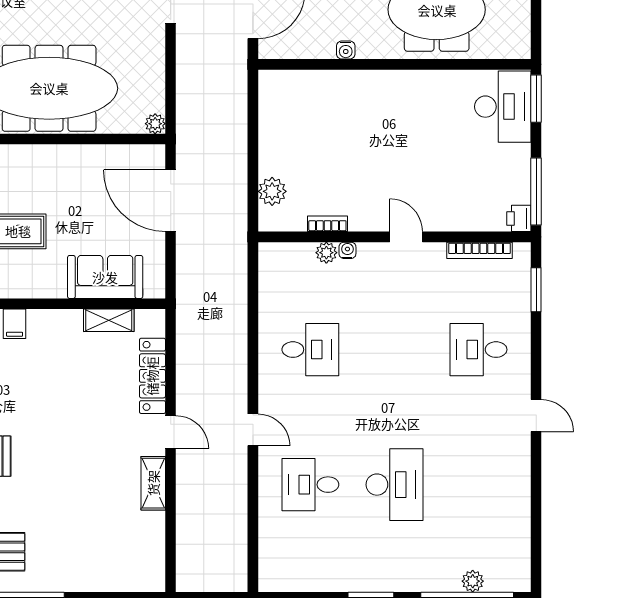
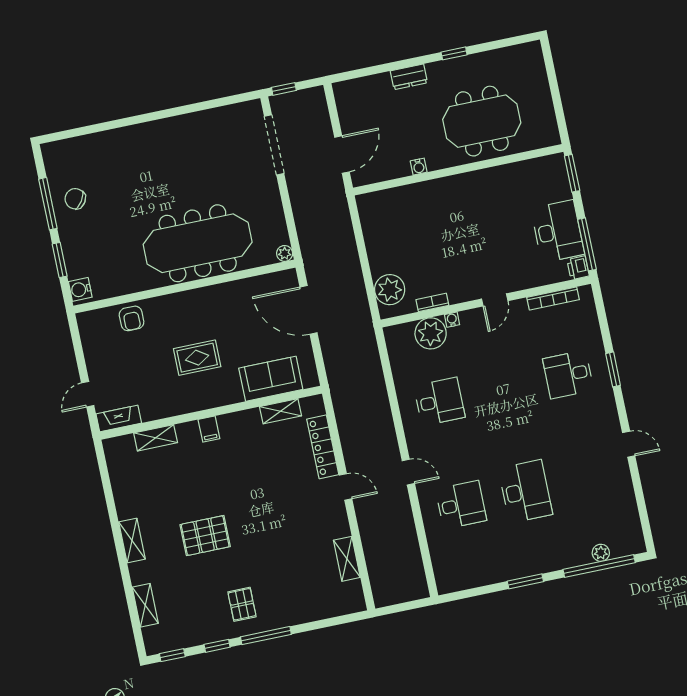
desk: (503, 107) -> (558, 231), moved
plant: (272, 191) -> (390, 290), width x1.36, depth x1.36
door: (406, 237) -> (495, 300), swing flipped
plant: (326, 253) -> (431, 333), width x1.87, depth x1.87
window: (536, 290) -> (613, 369), moved
door: (536, 416) -> (629, 444), moved
shelving: (153, 483) -> (347, 559), moved
desk: (310, 485) -> (461, 505), turned 180

